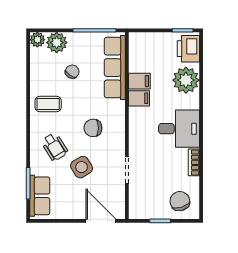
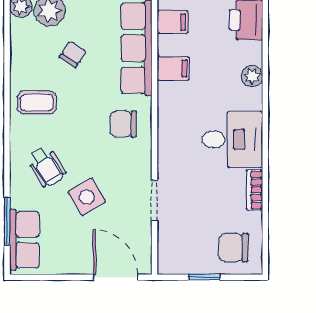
plant: (186, 80) -> (252, 76), width x0.53, depth x0.53
filing cabinet: (139, 98) -> (173, 22), moved
chair: (93, 128) -> (123, 124), moved
chair: (180, 201) -> (234, 248), turned -73

